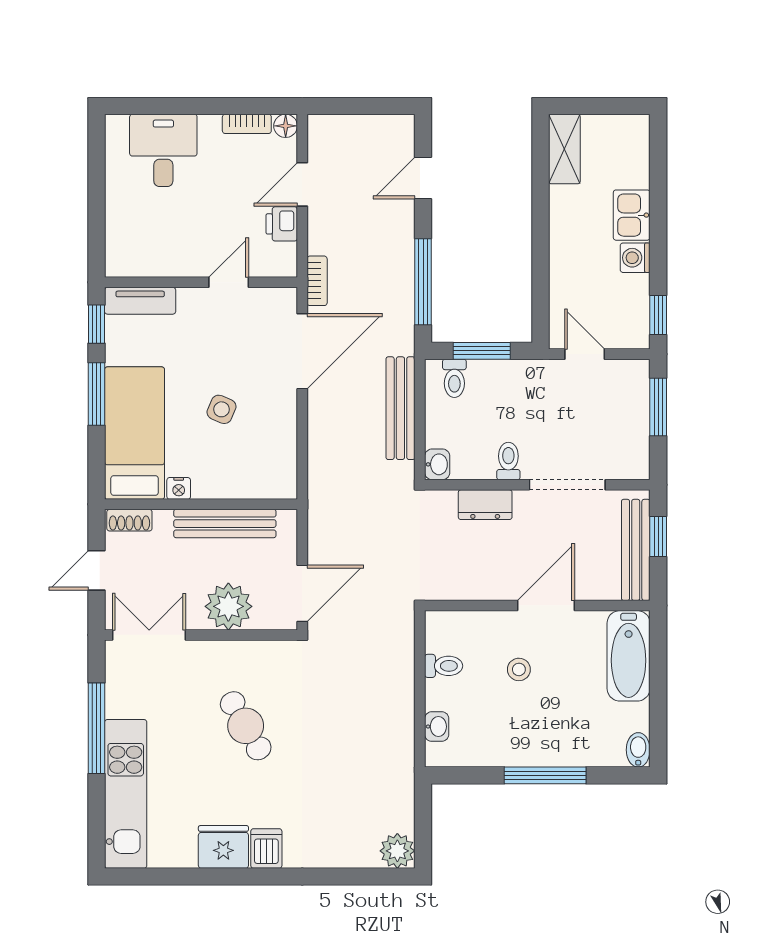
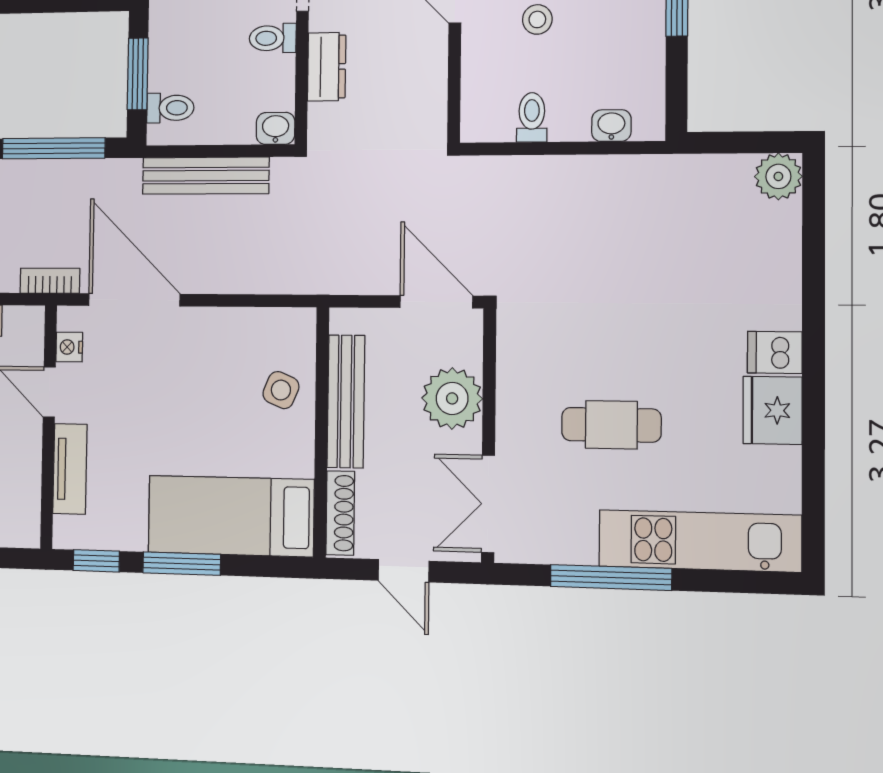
tv unit: (140, 301) -> (70, 469), moved
side table: (221, 409) -> (281, 390), moved
nightstand: (179, 488) -> (69, 347), moved, turned 180
shoe rack: (129, 520) -> (340, 513), width x1.43
cafe table: (246, 726) -> (611, 425), moved, turned 30

